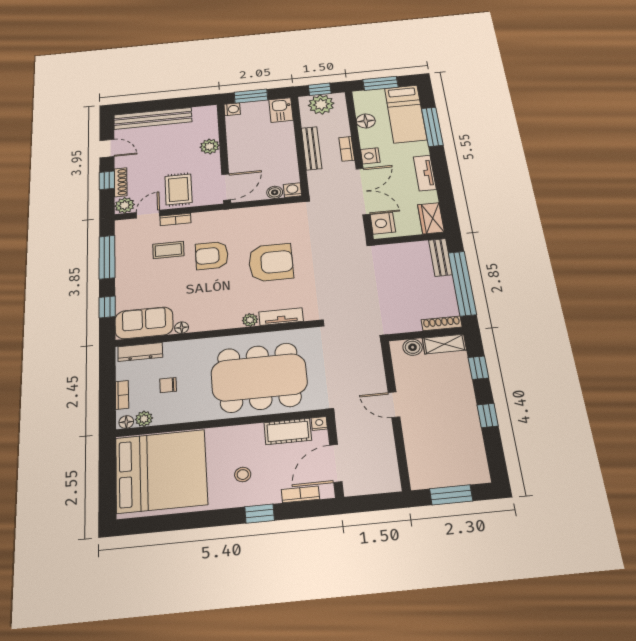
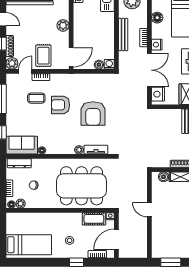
armchair: (271, 262) -> (93, 114), turned 90
bed: (161, 471) -> (29, 245), width x0.49

